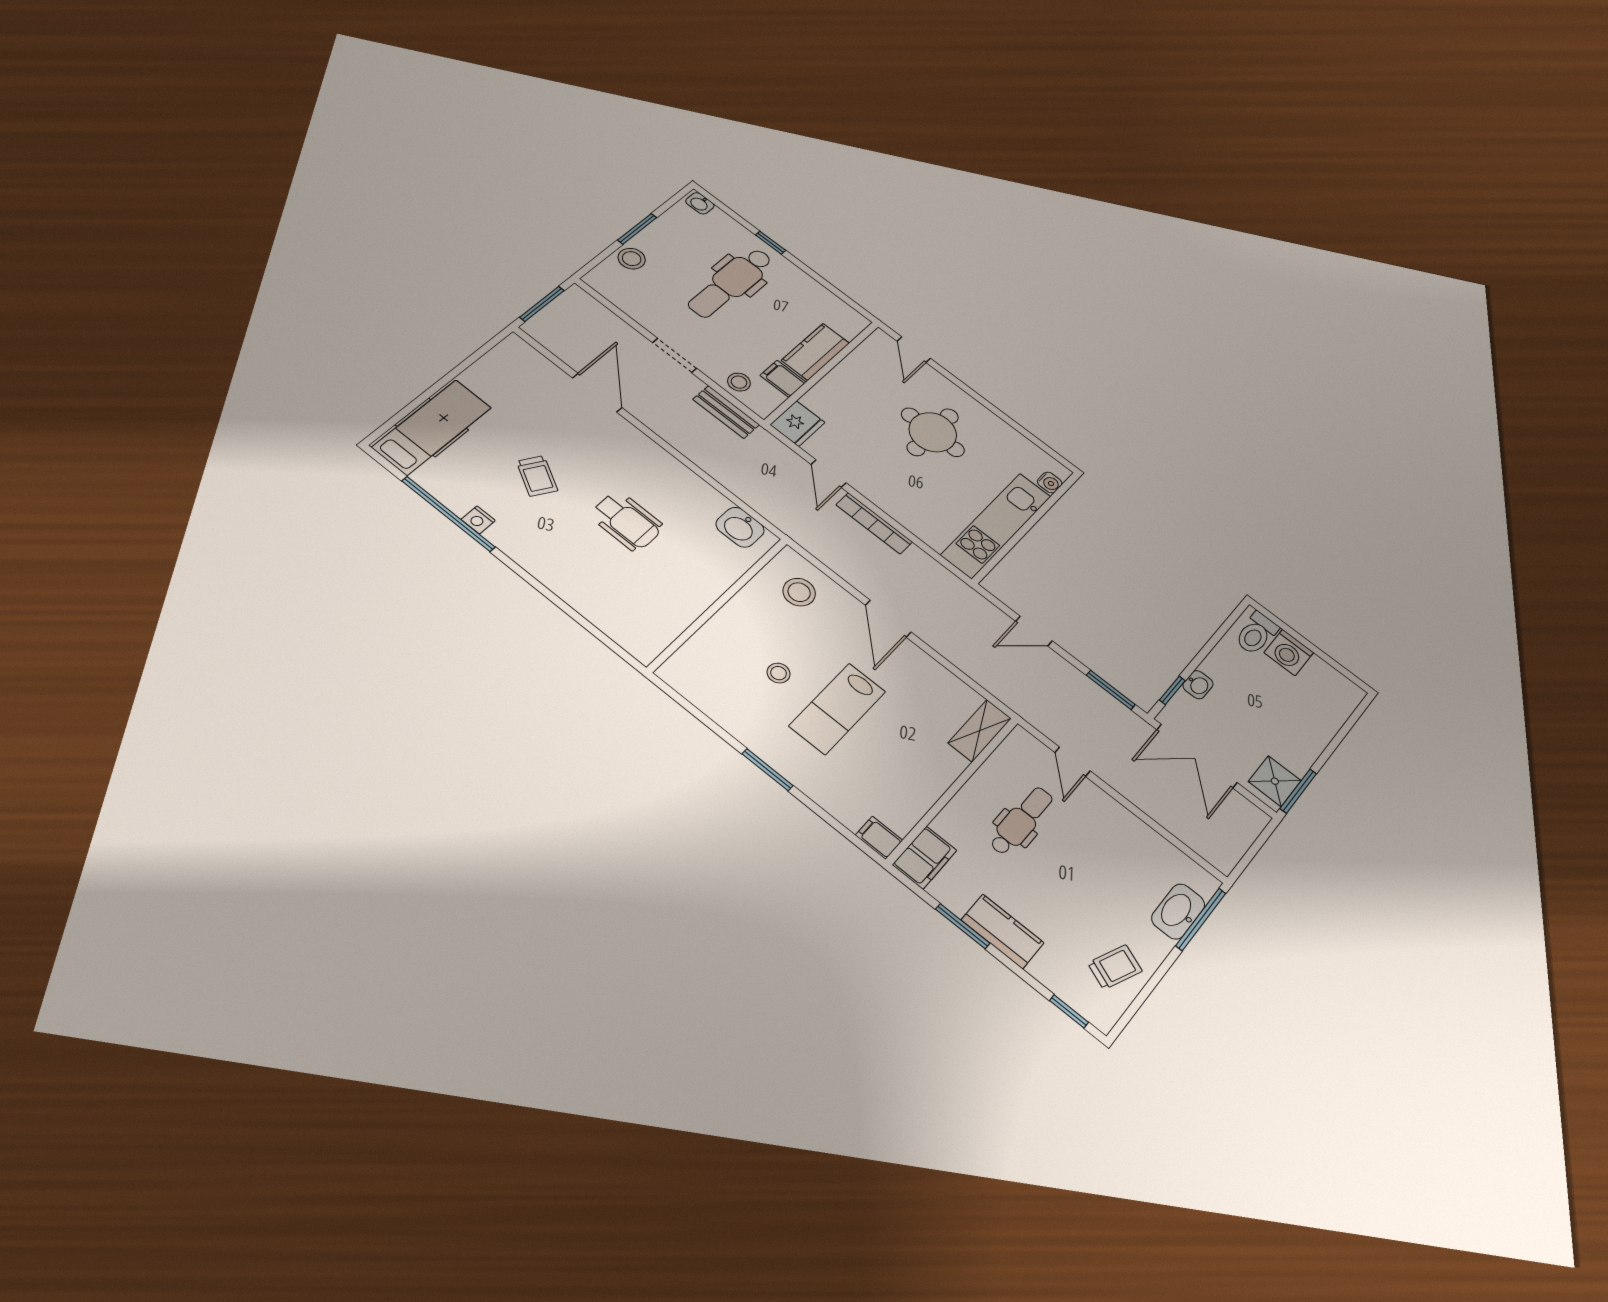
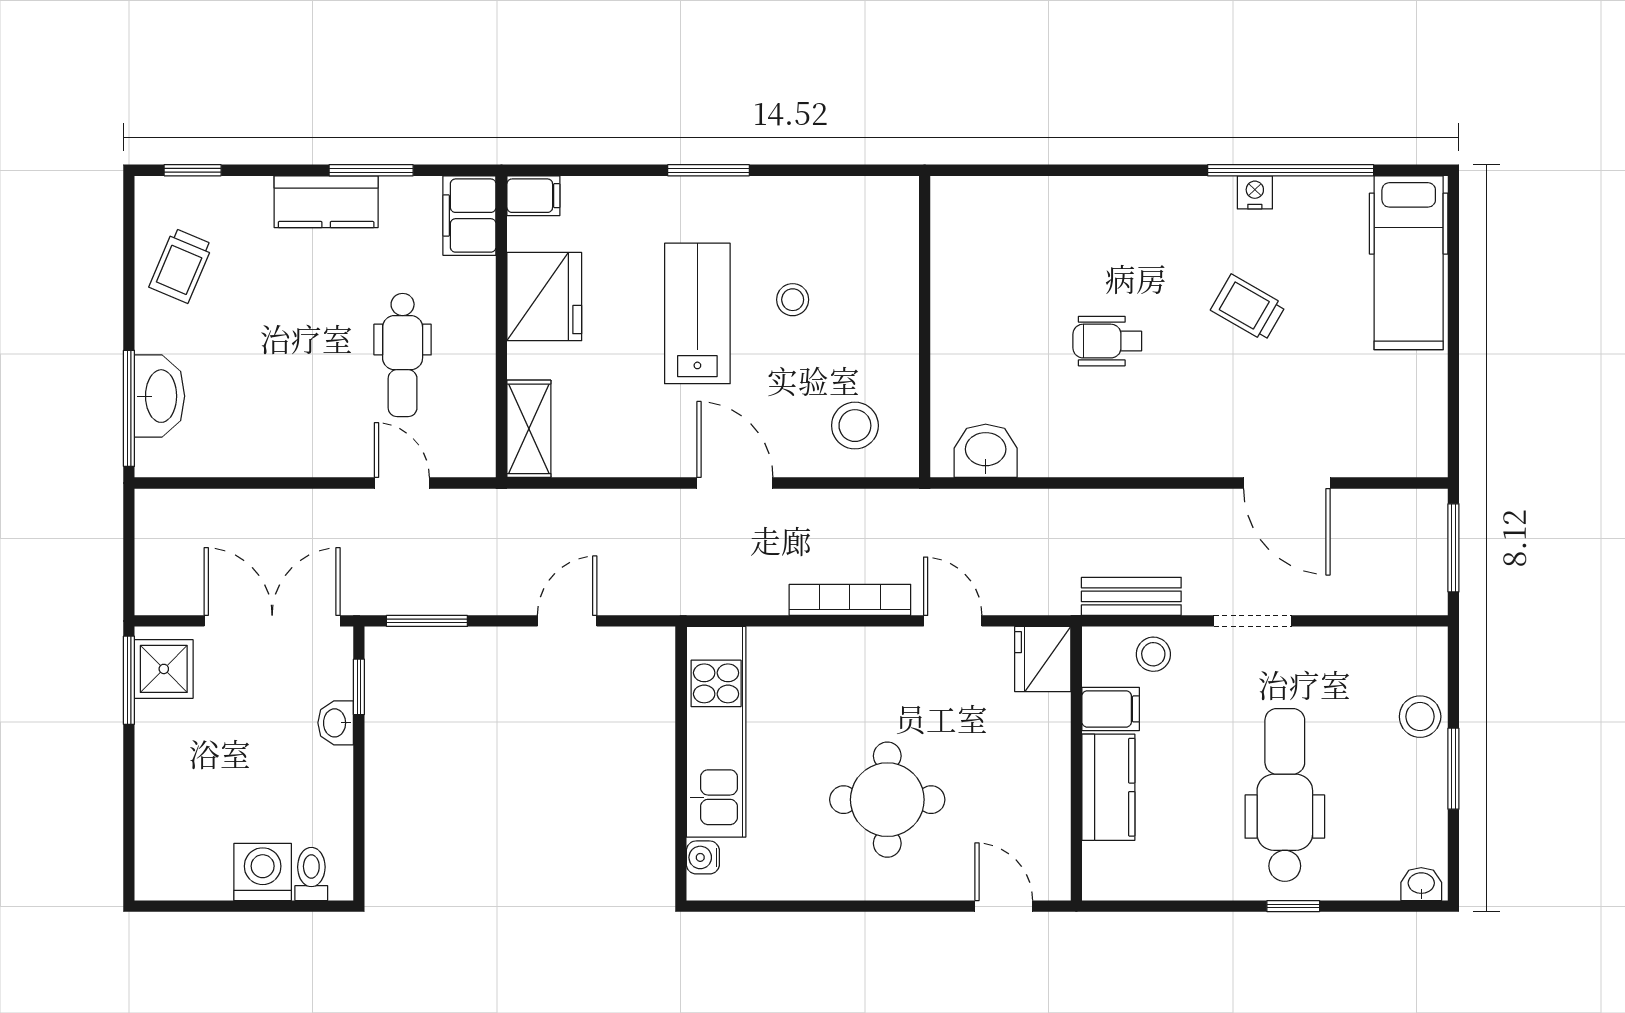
wheelchair: (627, 521) -> (1107, 341), width x0.73, depth x0.73
toilet: (1256, 634) -> (311, 874), width x0.73, depth x0.72
fridge: (916, 785) -> (544, 297), added

